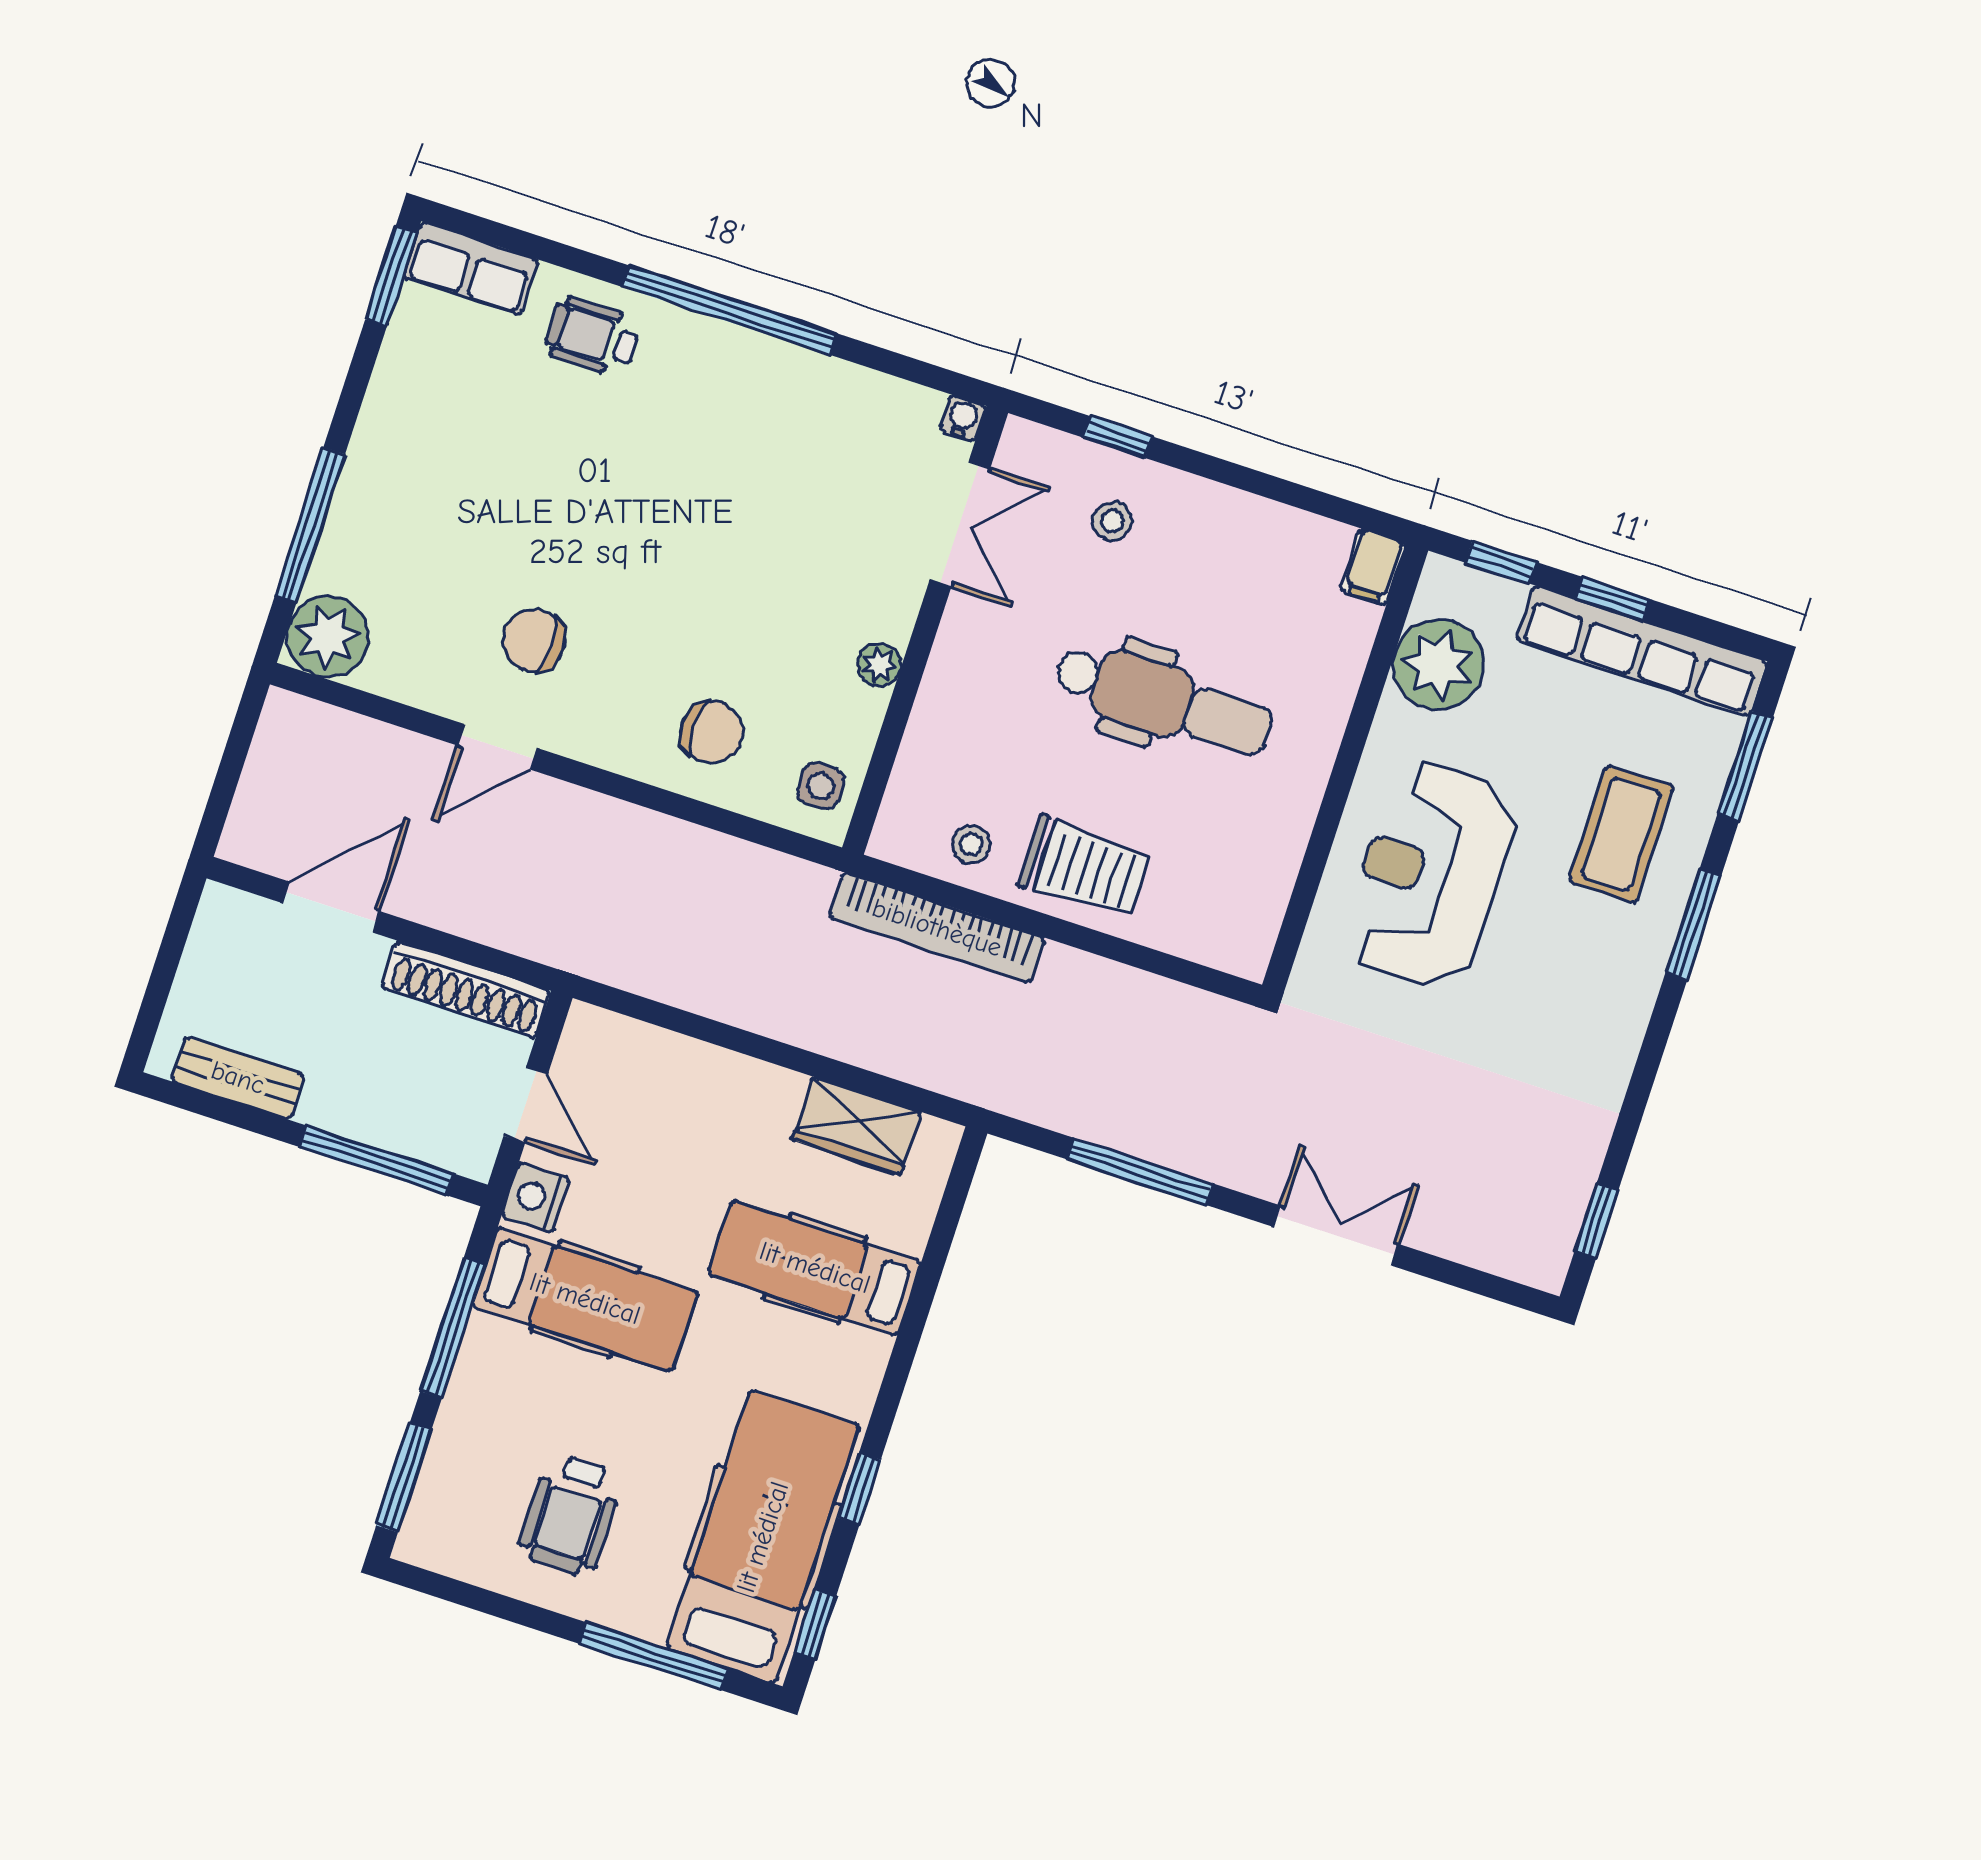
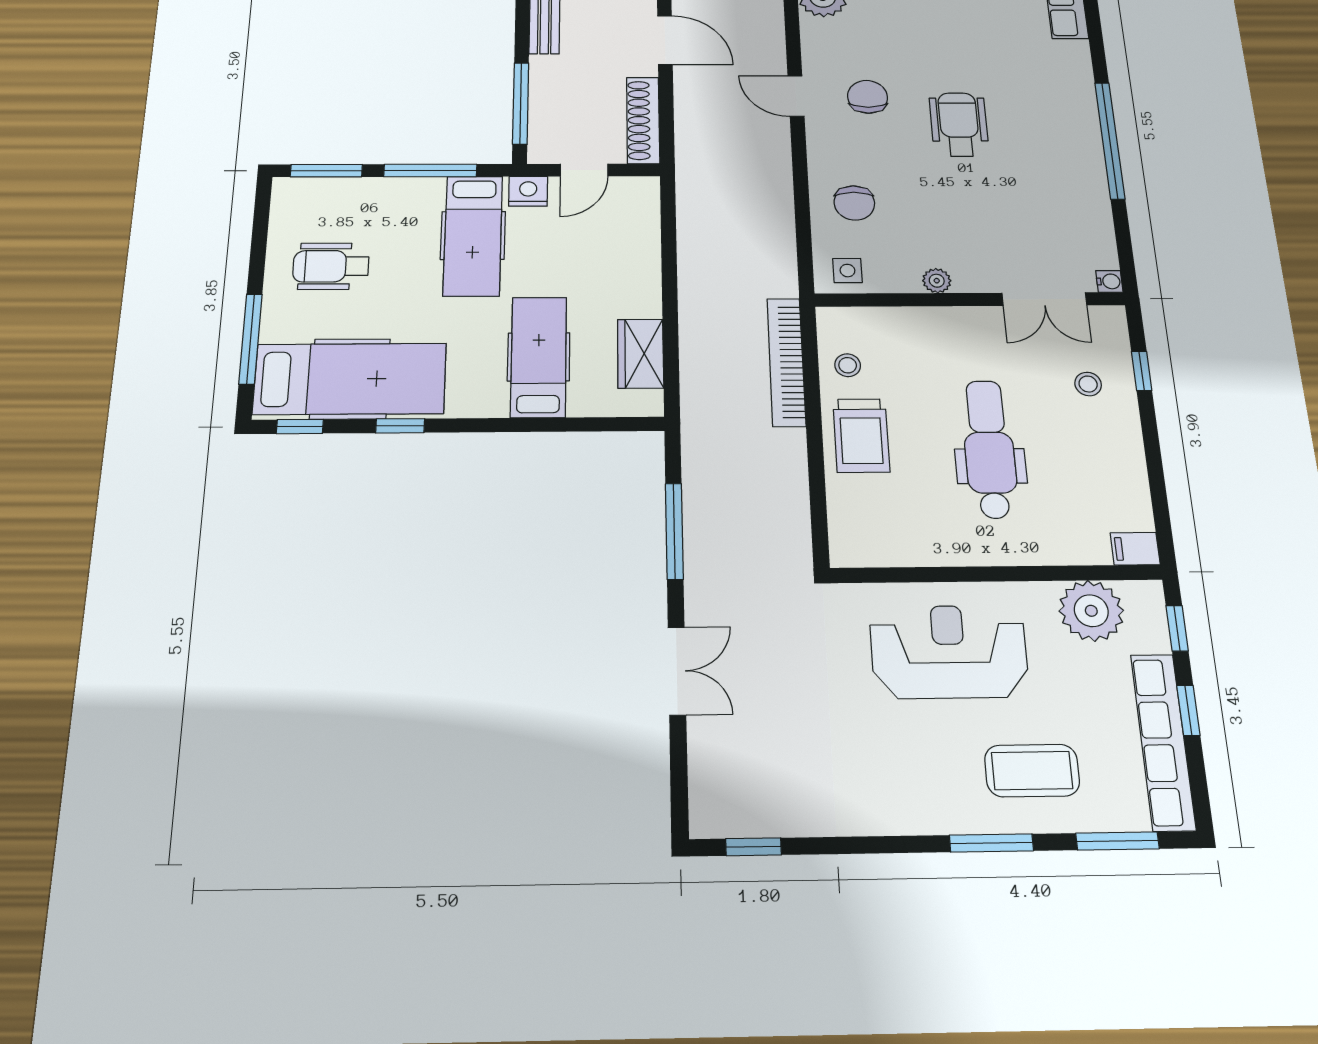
wheelchair: (592, 336) -> (959, 124), moved, width x1.36, depth x1.37
dental chair: (1163, 701) -> (989, 449), turned 180

